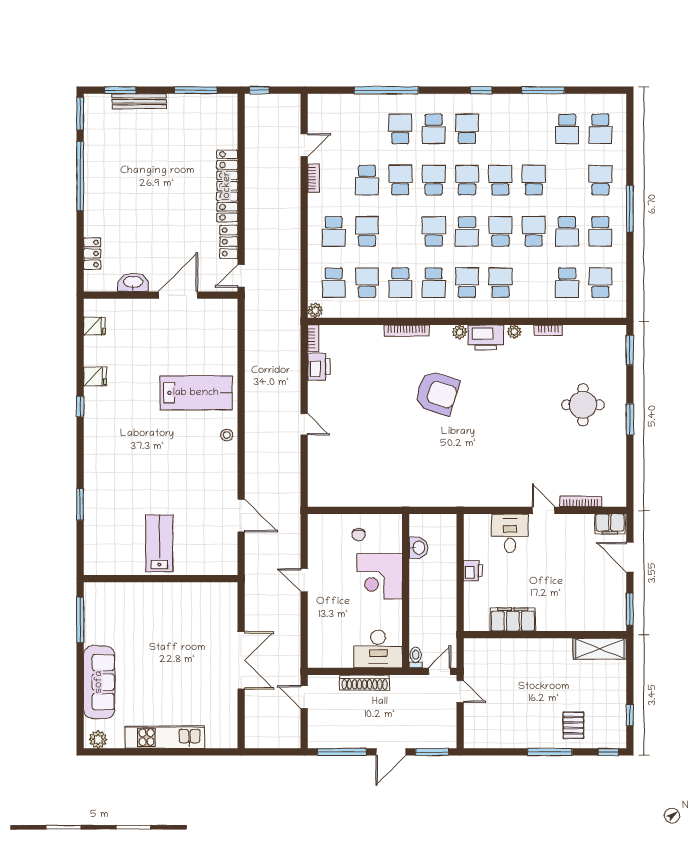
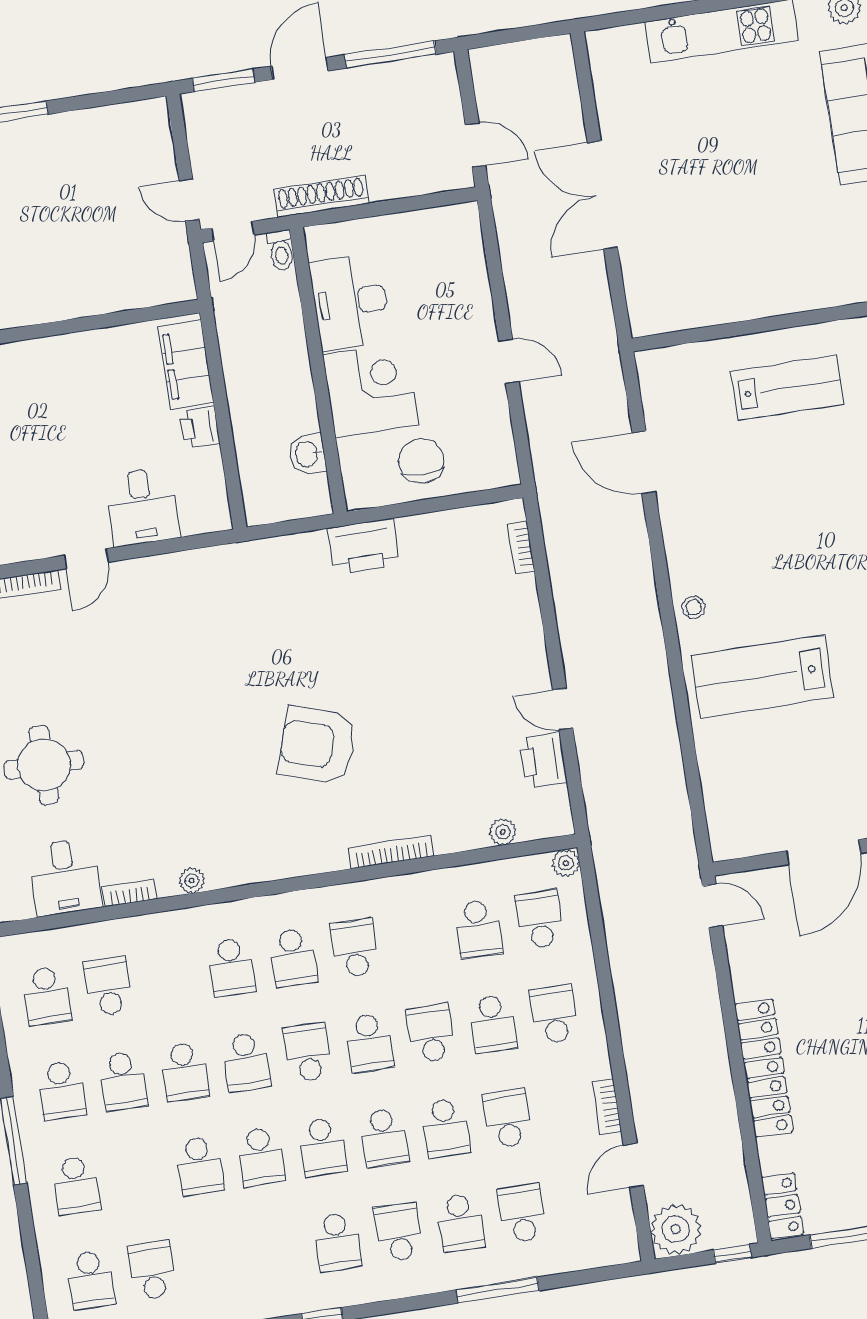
window: (386, 90) -> (498, 1290), width x0.68
plant: (287, 108) -> (676, 1229), added
school desk: (367, 129) -> (522, 1213), added
school desk: (600, 129) -> (91, 1280), turned 180
school desk: (567, 231) -> (123, 1081), turned 180
school desk: (600, 231) -> (61, 1091), turned 180
locker: (229, 242) -> (783, 1206), moved
door: (241, 276) -> (712, 906), hinge flipped
school desk: (400, 283) -> (431, 1033), moved
plant: (460, 332) -> (503, 832), moved
bookcase: (313, 338) -> (521, 547), moved
printer: (486, 338) -> (364, 546), moved, turned 180
desk: (581, 344) -> (65, 877), added
door: (304, 424) -> (563, 709), moved
door: (544, 510) -> (86, 559), hinge flipped
chair: (359, 535) -> (421, 461), width x1.87, depth x1.87
lab bench: (159, 543) -> (787, 388), turned -90
filing cabinet: (513, 619) -> (186, 365), moved, turned 90
desk: (378, 649) -> (350, 302), moved, turned -90
shoe rack: (365, 683) -> (321, 196), moved

